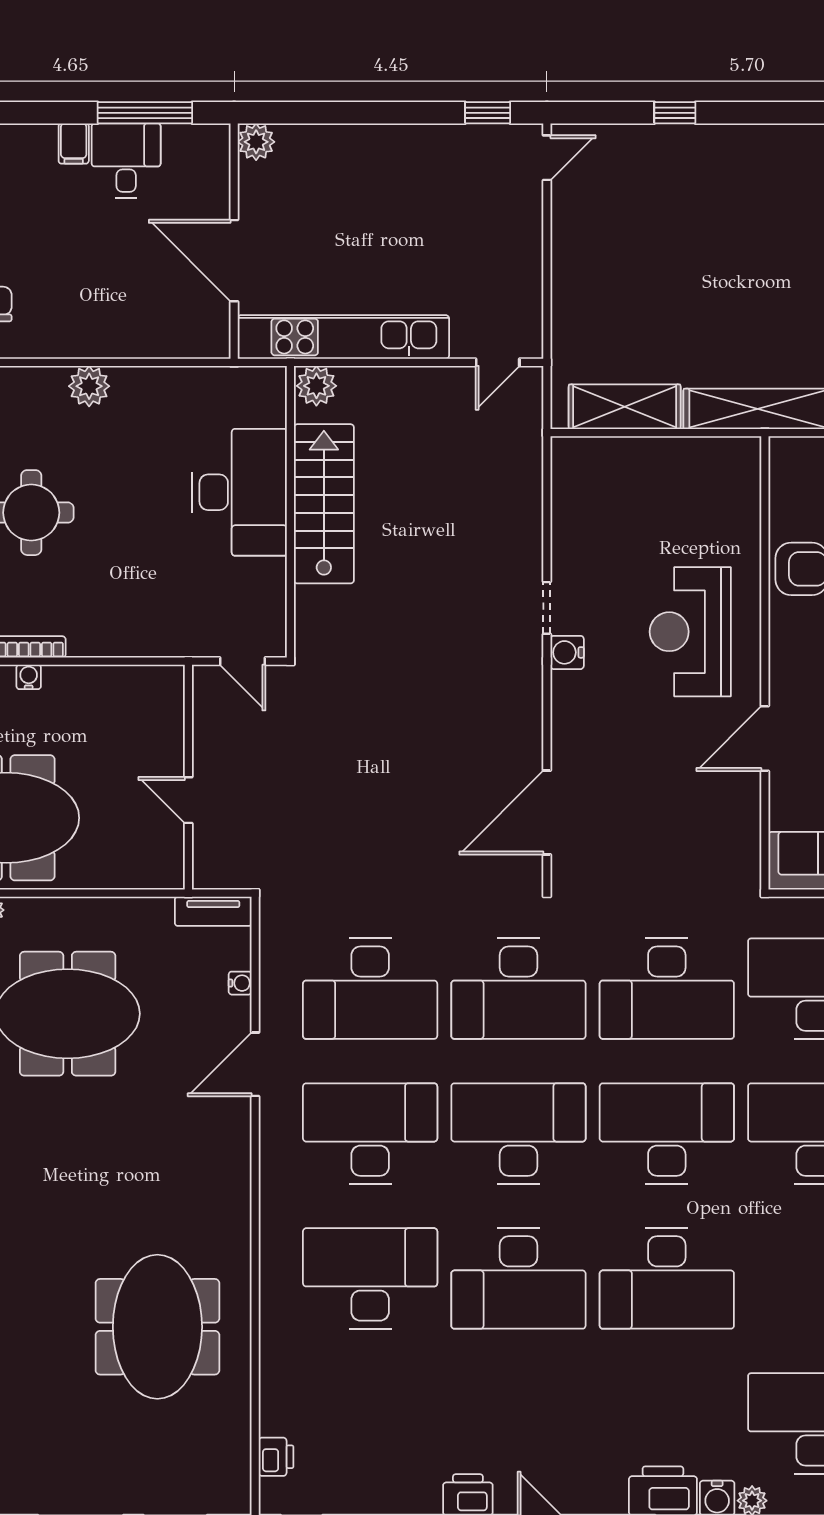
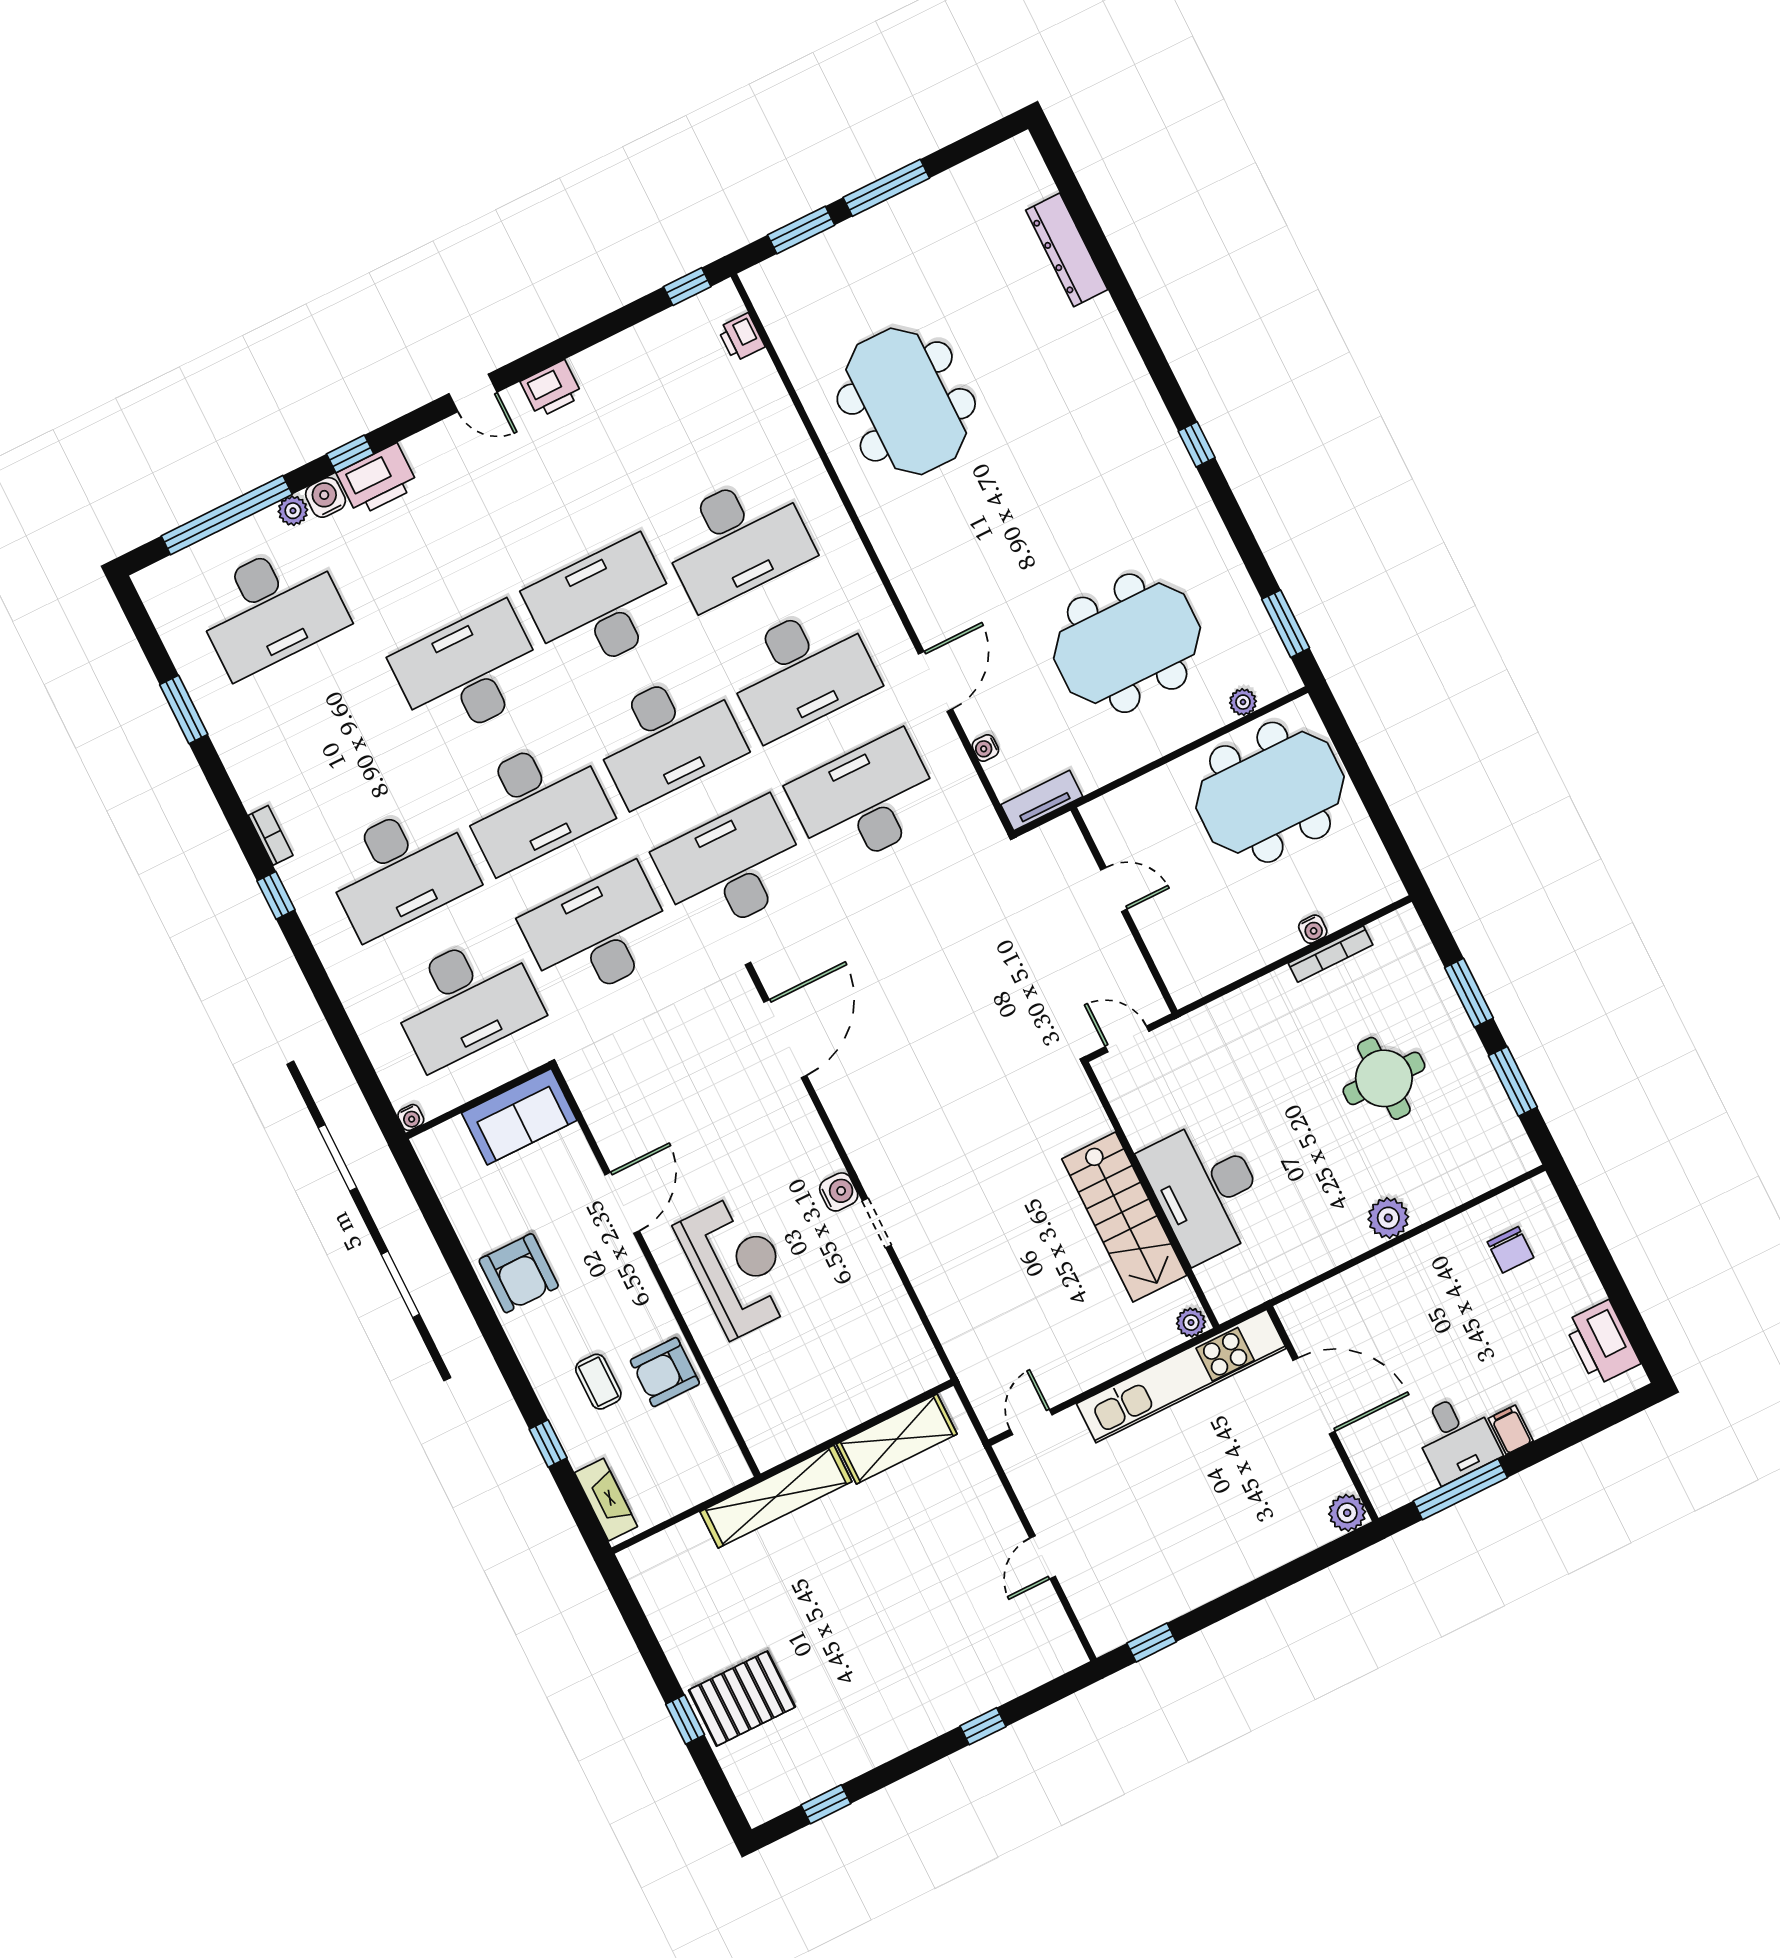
door: (547, 158) -> (1043, 1557), moved
plant: (316, 386) -> (1191, 1323), width x0.73, depth x0.73

